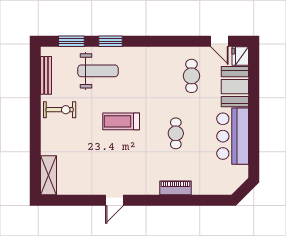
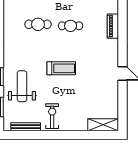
cafe table: (191, 76) -> (38, 24), moved
treadmill: (121, 121) -> (61, 68), turned -90

